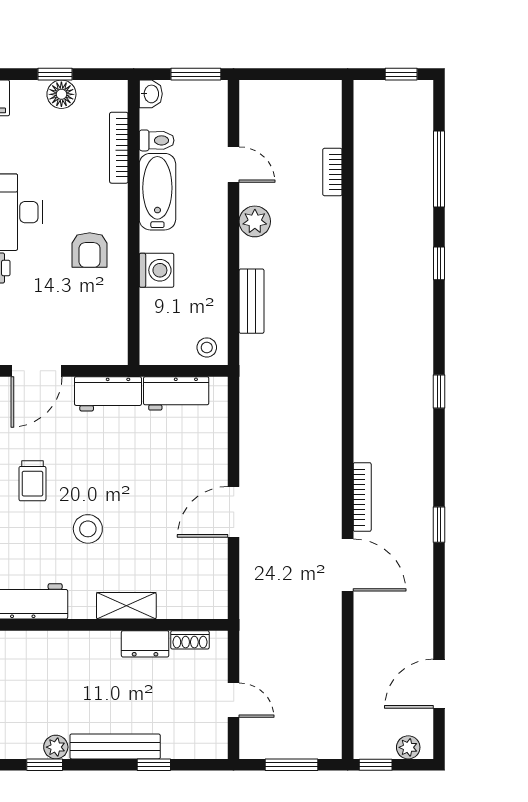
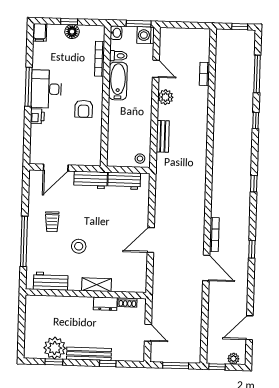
washing machine: (157, 270) -> (146, 35), moved, turned 180
plant: (56, 747) -> (55, 348), width x1.87, depth x1.87

